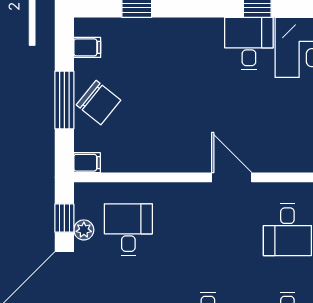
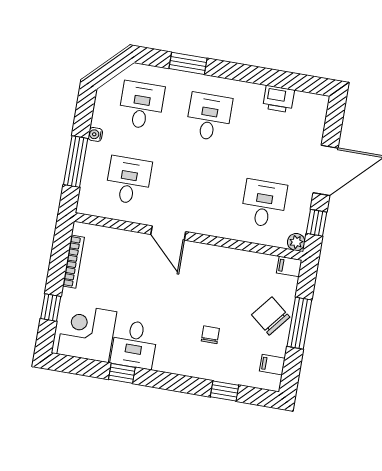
chair: (164, 69) -> (210, 335), added
plant: (84, 230) -> (296, 242), moved
desk: (128, 230) -> (264, 204), turned 180

